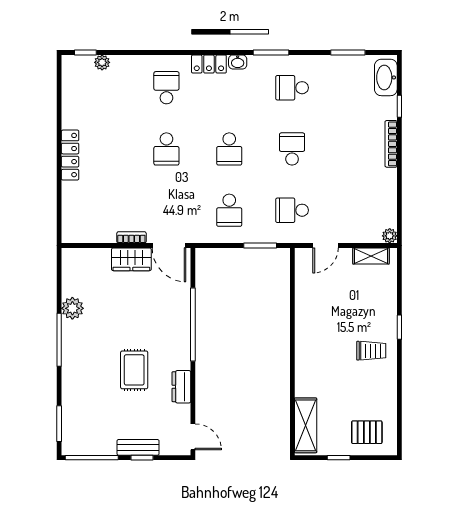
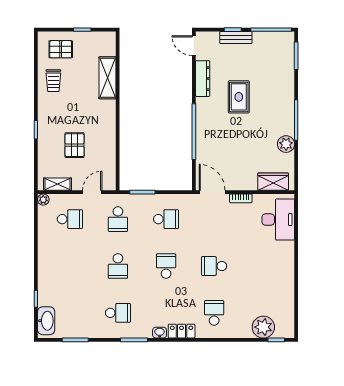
plant: (102, 62) -> (263, 327), width x1.88, depth x1.88
school desk: (166, 88) -> (214, 313), turned 180
bookcase: (391, 144) -> (42, 270), removed
school desk: (166, 149) -> (214, 266), turned -90
locker: (70, 155) -> (288, 261), removed
desk: (83, 210) -> (278, 220), added
school desk: (229, 210) -> (166, 219), turned 90
school desk: (292, 210) -> (118, 219), turned 90
school desk: (355, 210) -> (70, 219), added
wardrobe: (131, 259) -> (273, 182), moved
pallet: (349, 307) -> (75, 145), added
trolley: (371, 351) -> (53, 81), moved, turned -90
dresser: (181, 387) -> (203, 79), width x1.44
shelving: (306, 425) -> (108, 78), moved

